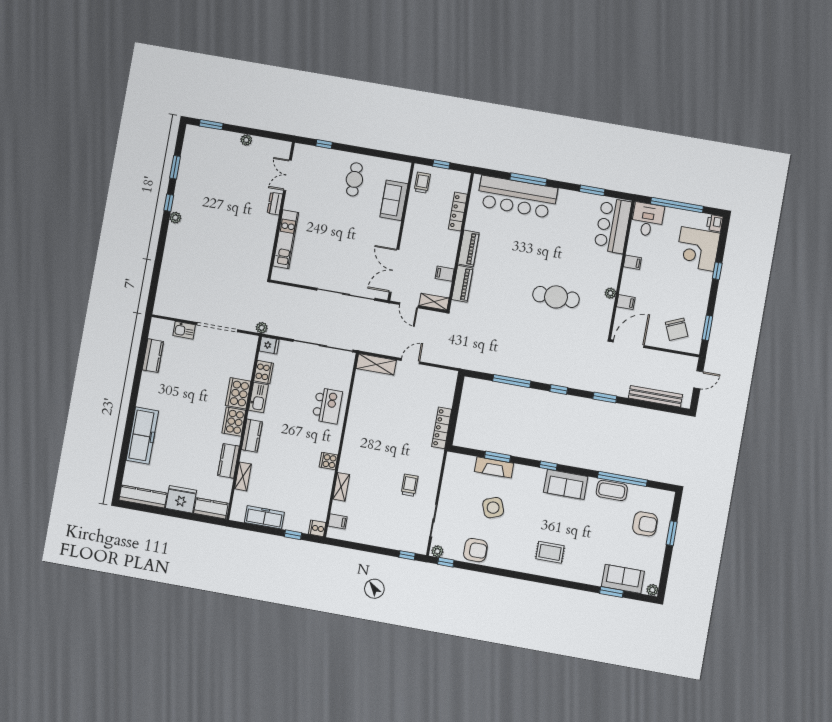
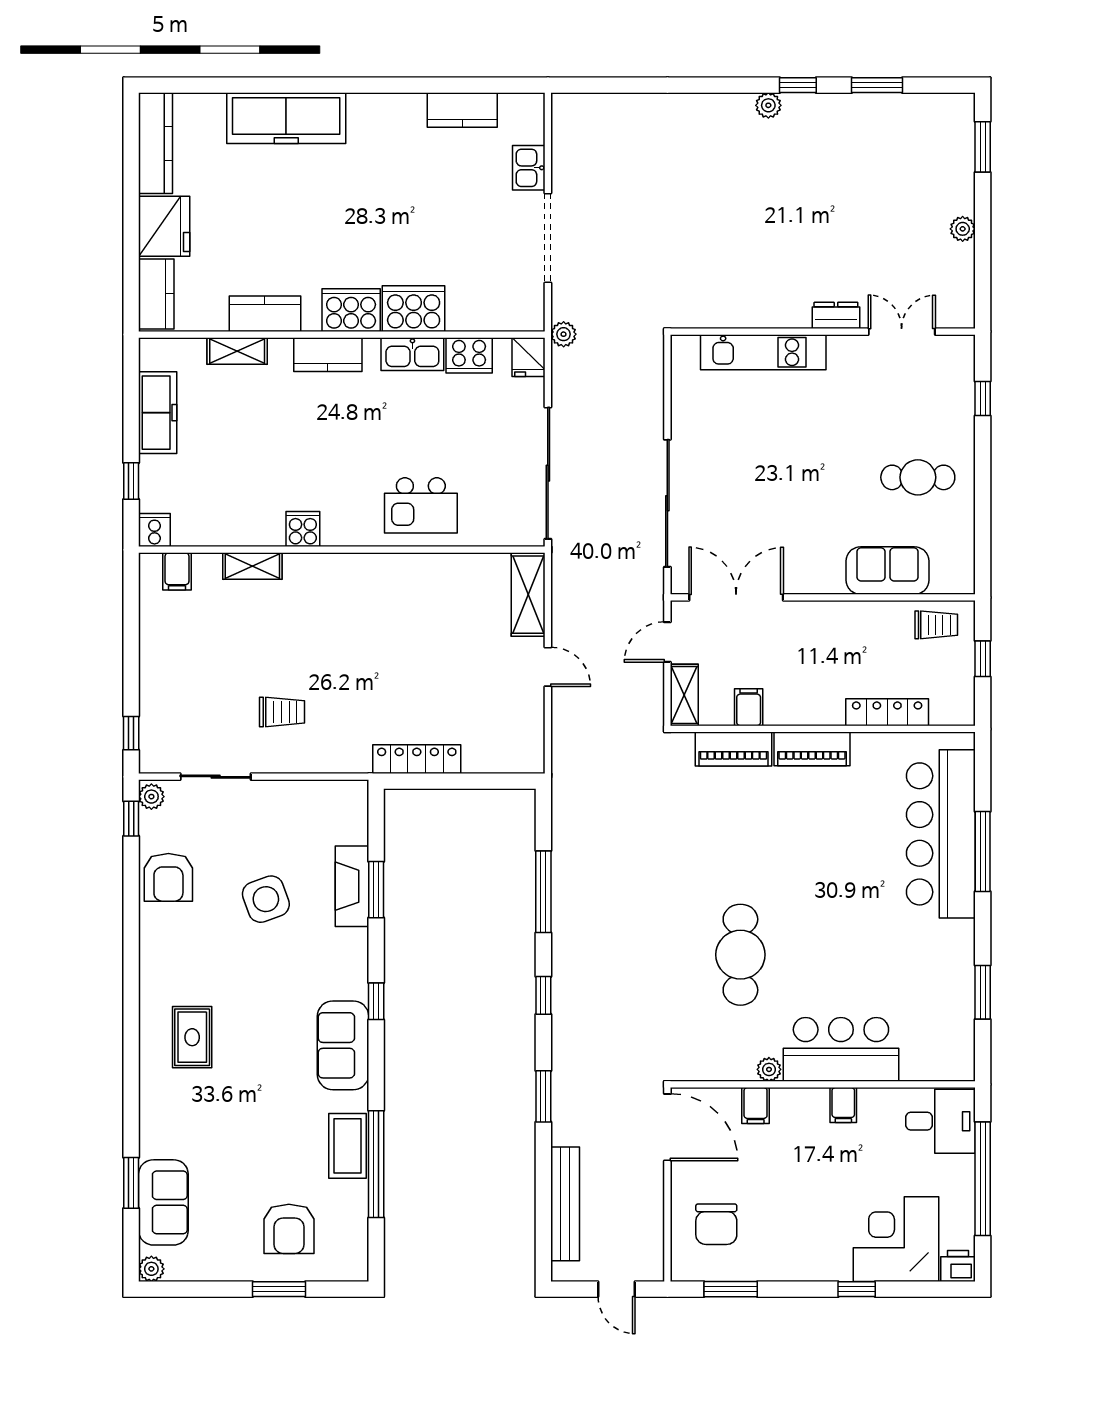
bar counter: (613, 226) -> (841, 1049), moved
chair: (677, 329) -> (716, 1224), turned -67

